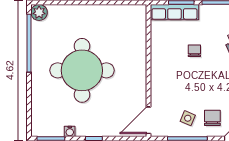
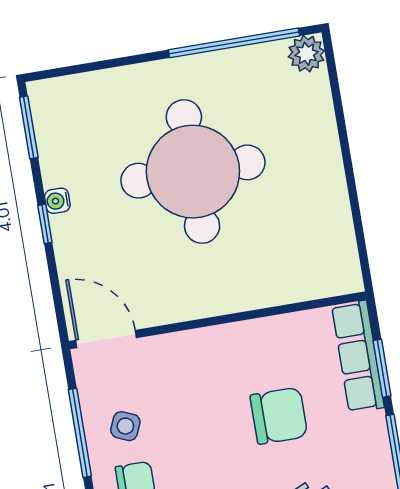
chair: (194, 51) -> (279, 416), width x1.87, depth x1.87
water cooler: (70, 131) -> (57, 201), moved

